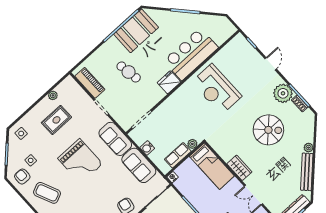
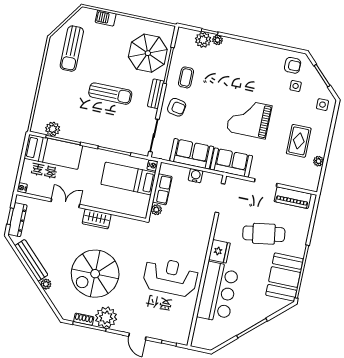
cafe table: (129, 72) -> (264, 234), width x1.37, depth x1.35
spiral stairs: (268, 130) -> (95, 274), width x1.37, depth x1.37
bed: (212, 166) -> (128, 178), moved
coffee table: (47, 193) -> (259, 67), removed

